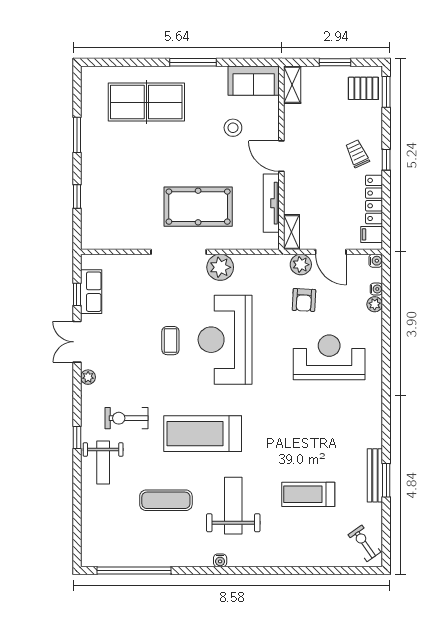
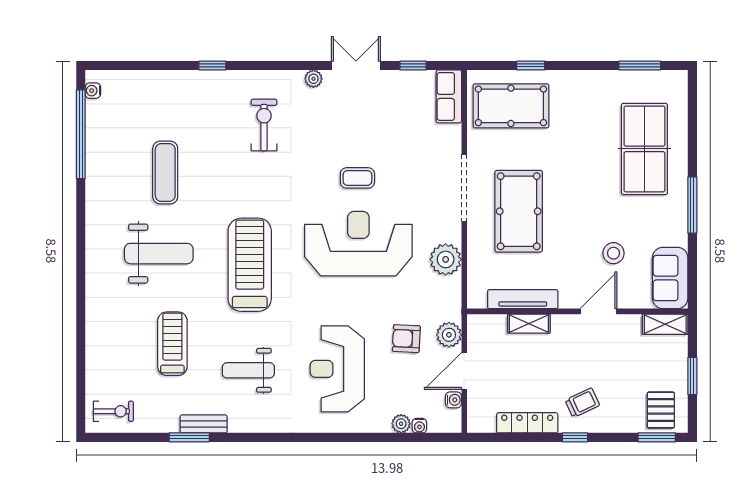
window: (77, 135) -> (640, 65), moved
door: (281, 156) -> (599, 311), moved
pool table: (111, 213) -> (511, 106), added
shelving: (291, 232) -> (529, 324), moved
filing cabinet: (372, 234) -> (485, 420), removed
water cooler: (376, 261) -> (453, 400), moved, turned -90
plant: (220, 267) -> (446, 259), moved
row of seats: (91, 292) -> (449, 96), moved, turned 90
reception desk: (329, 357) -> (337, 369), turned 180
treadmill: (203, 434) -> (250, 265), moved
window: (77, 437) -> (212, 65), moved
weight bench: (103, 462) -> (248, 370), moved
bench: (375, 475) -> (204, 424), width x0.73
exercise bike: (364, 543) -> (113, 411), turned 35
water cooler: (220, 560) -> (93, 91), moved

